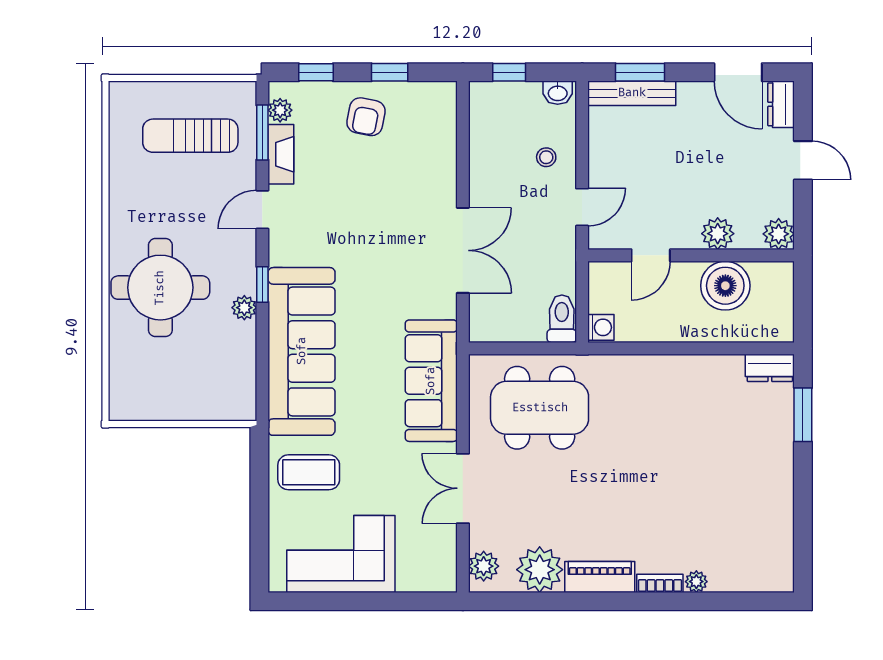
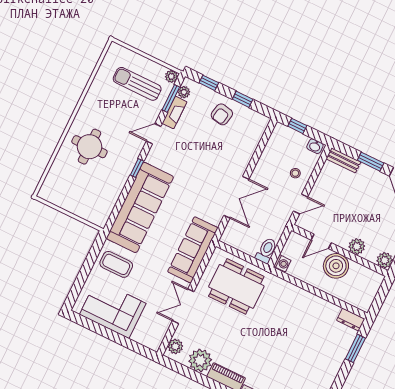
window: (640, 72) -> (371, 162), moved
bench: (632, 93) -> (343, 160), width x0.73
boiler: (725, 286) -> (336, 266), moved
round table: (160, 288) -> (89, 147), width x0.73, depth x0.73
plant: (244, 308) -> (171, 76), moved

